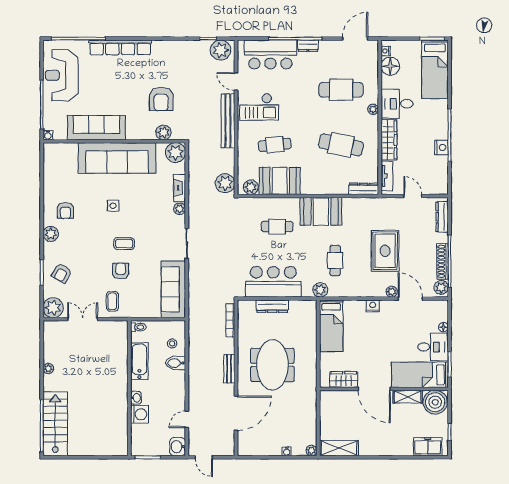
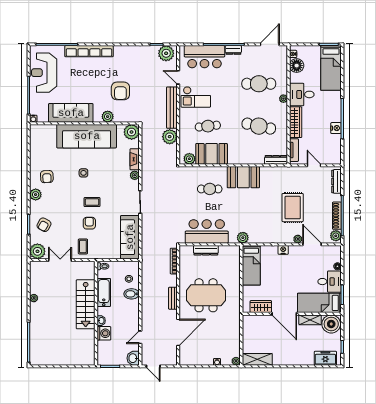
plant: (164, 132) -> (108, 117), moved
plant: (225, 183) -> (170, 137), moved
cafe table: (335, 261) -> (254, 215), removed
meeting table: (272, 365) -> (206, 295), turned 90
stairs: (55, 424) -> (86, 304), moved, turned 180

